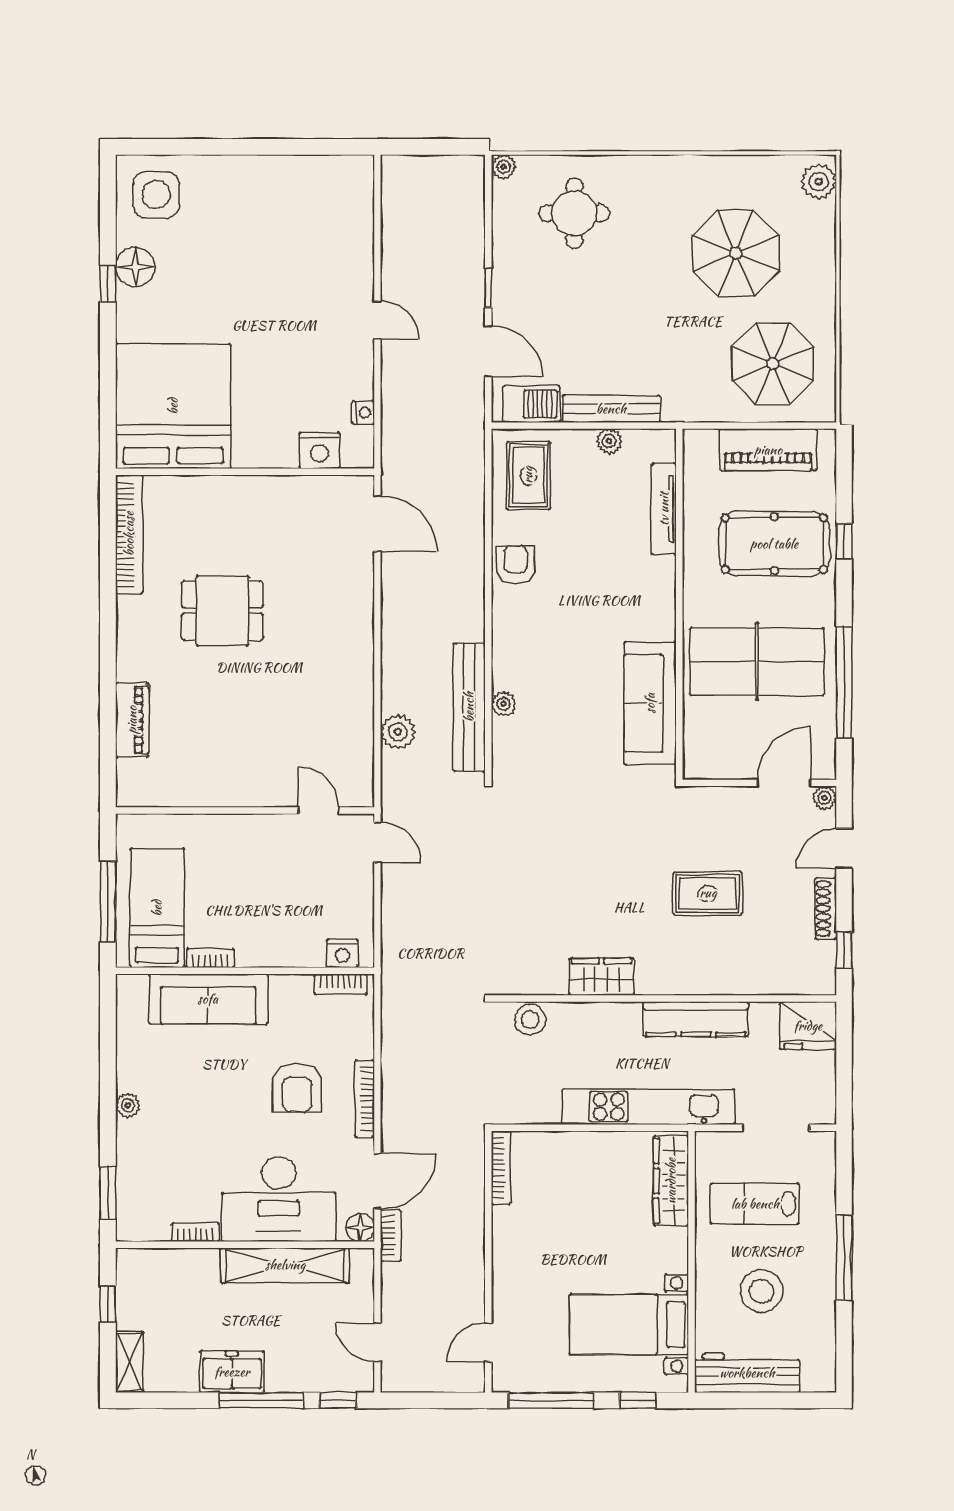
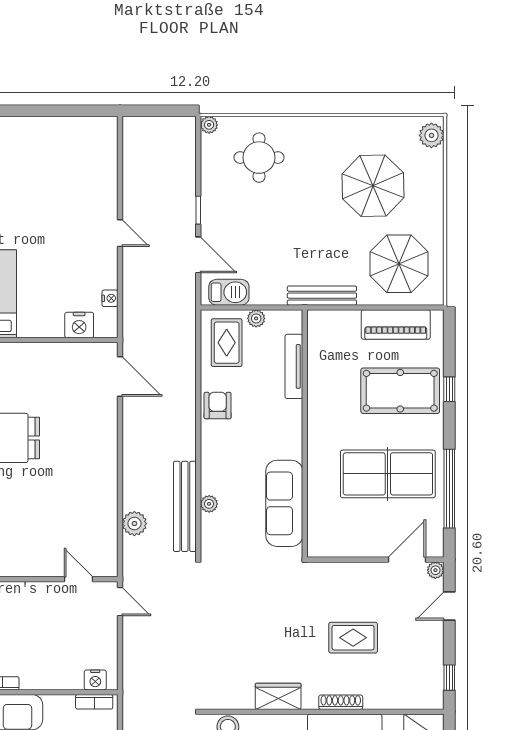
bench: (611, 409) -> (322, 296), moved
plant: (609, 441) -> (256, 318), moved
tv unit: (664, 509) -> (294, 366), moved
wall: (679, 604) -> (305, 434), moved
sofa: (650, 703) -> (284, 503), moved
shoe rack: (826, 909) -> (341, 702), moved, turned 90

